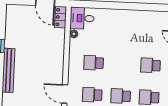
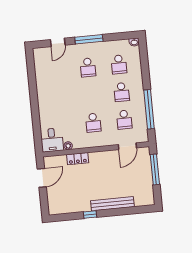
locker: (60, 17) -> (78, 159), moved

